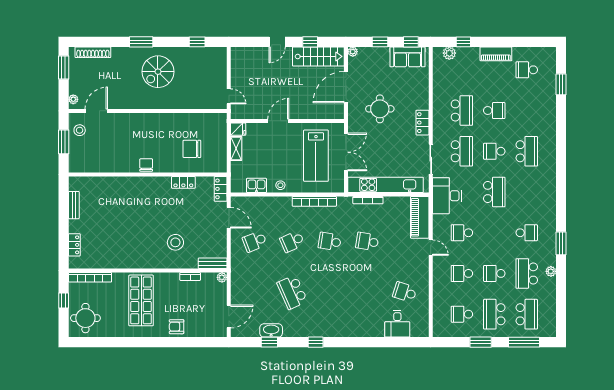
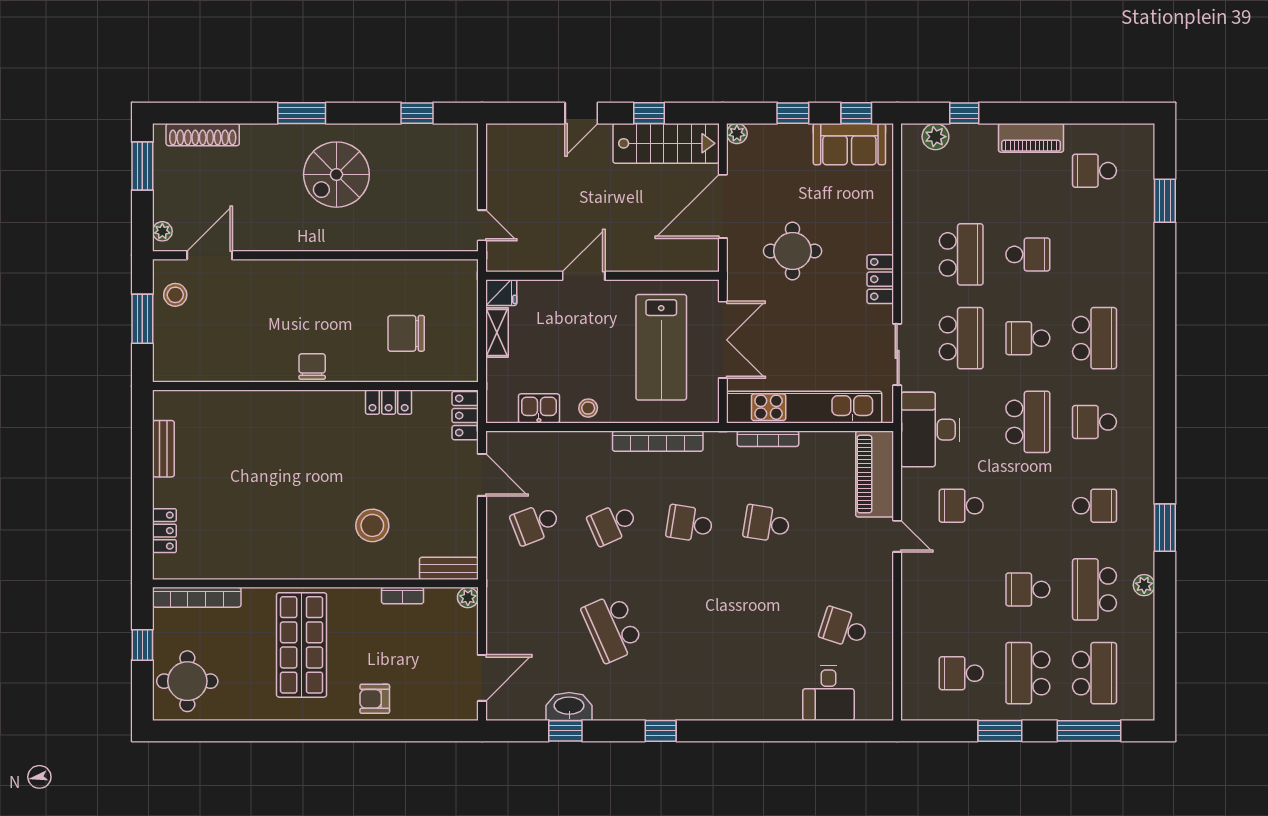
school desk: (462, 273) -> (1095, 422), moved

